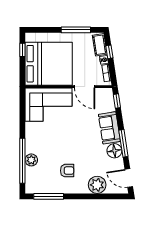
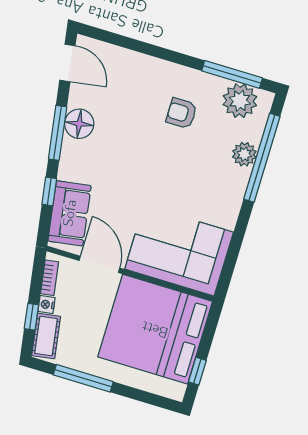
window: (117, 101) -> (49, 191), moved
sofa: (109, 128) -> (70, 213), moved
plant: (97, 185) -> (240, 101), moved

